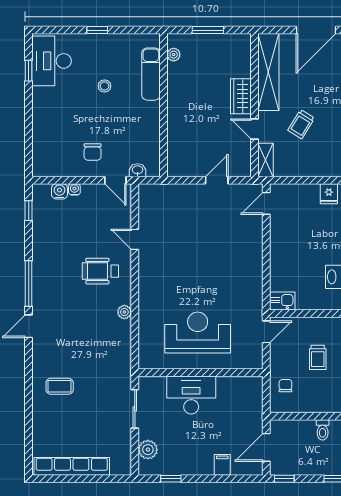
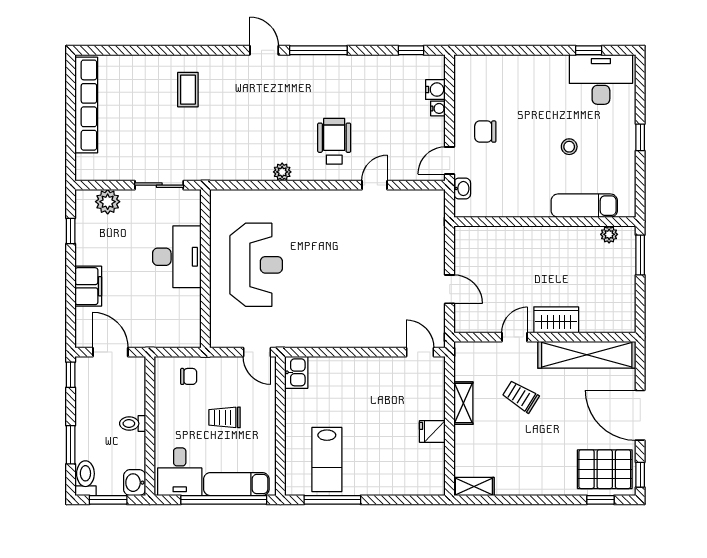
window: (208, 30) -> (640, 255), moved
shelving: (265, 160) -> (463, 403), moved, turned 90
filing cabinet: (222, 465) -> (88, 286), width x2.00

